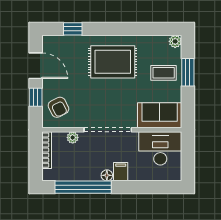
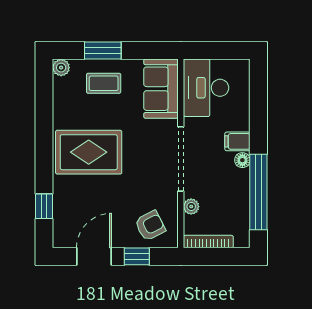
rug: (113, 62) -> (89, 152), turned 90
coffee table: (164, 73) -> (104, 83), turned 90

